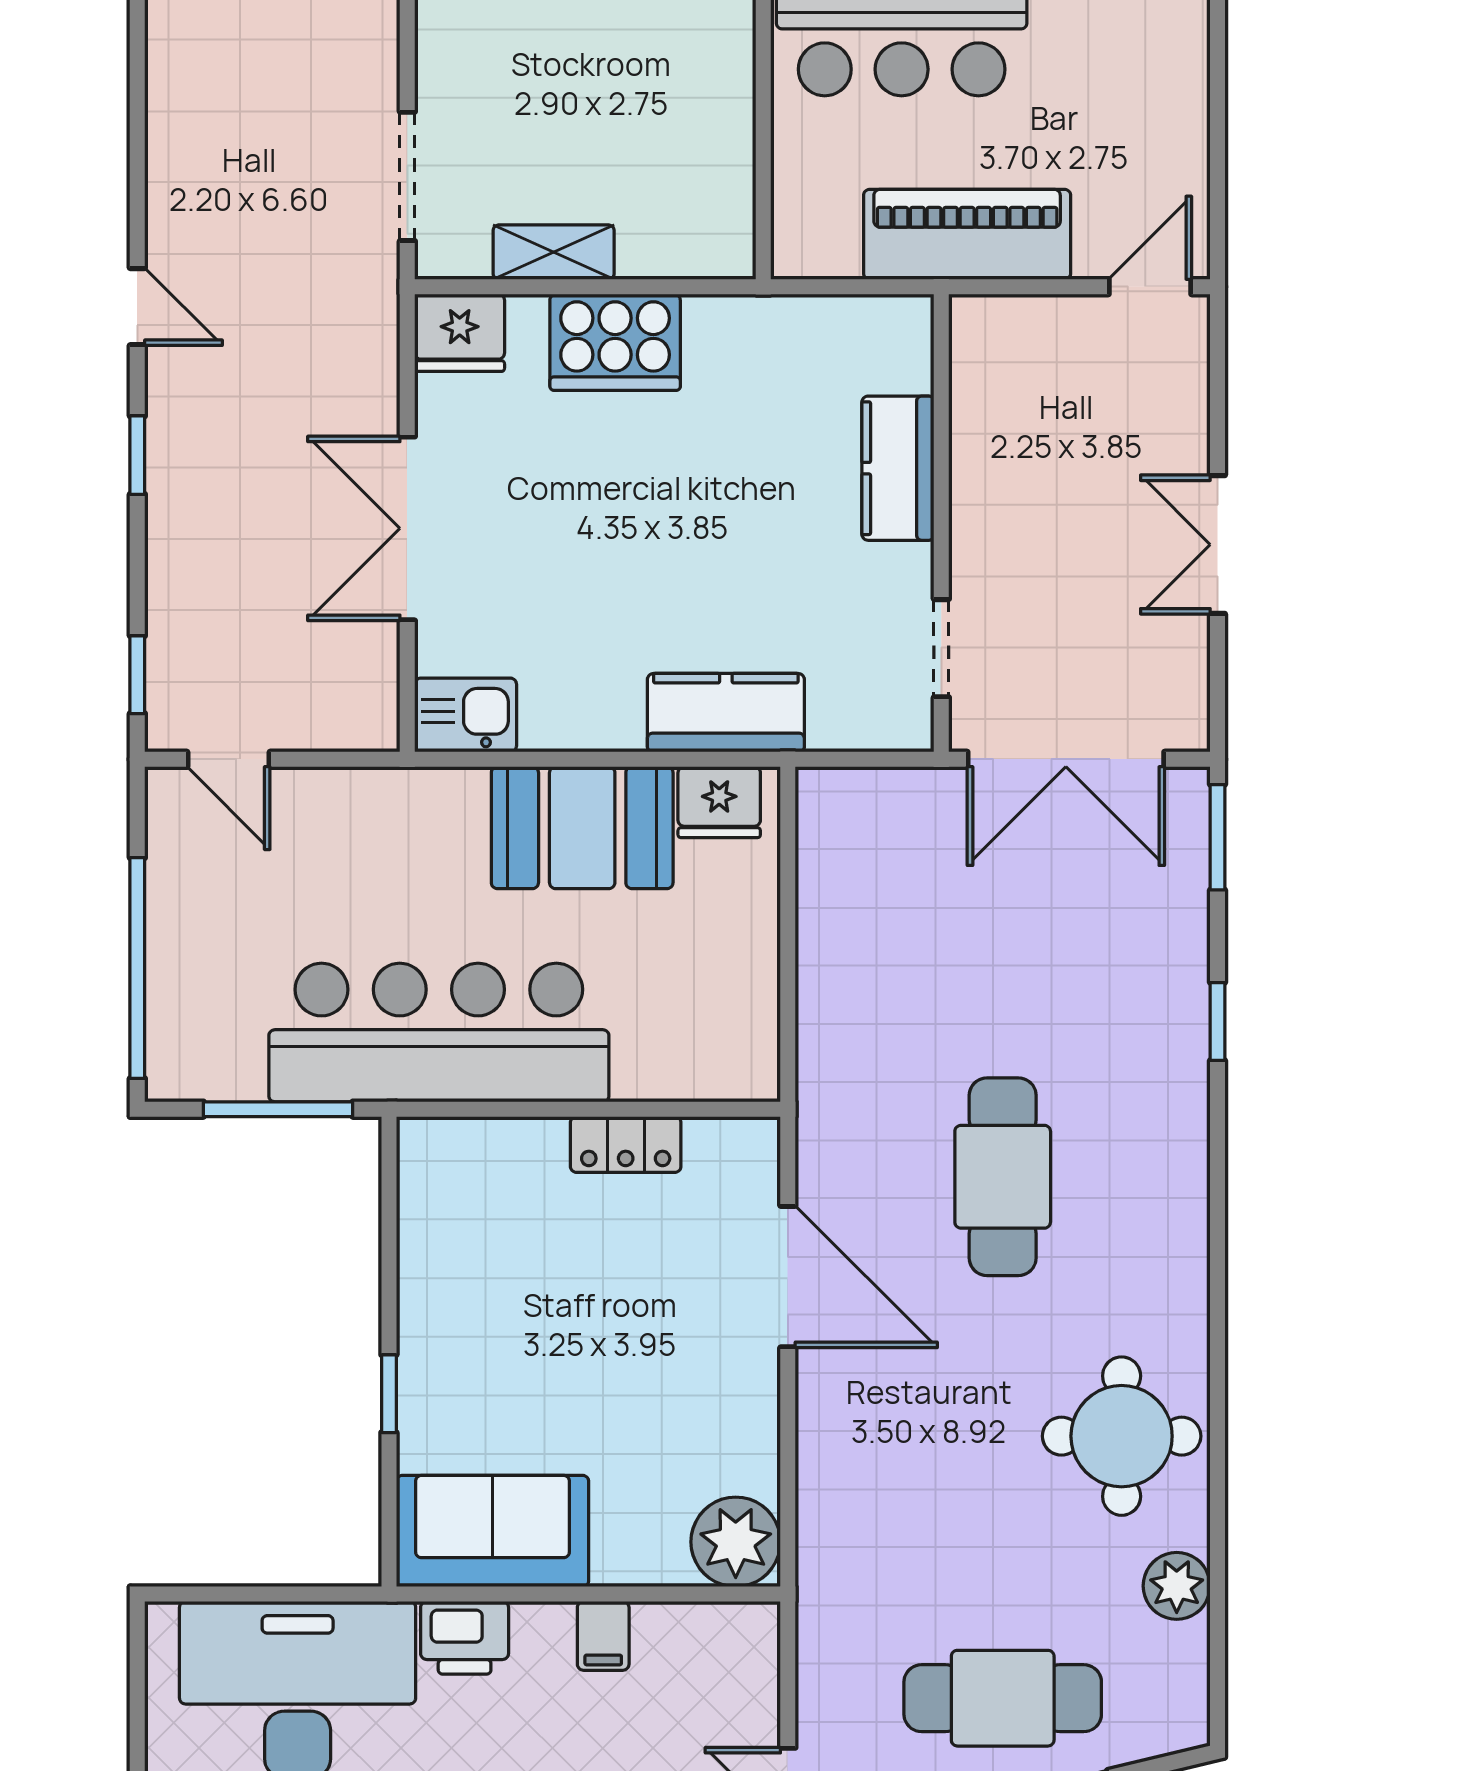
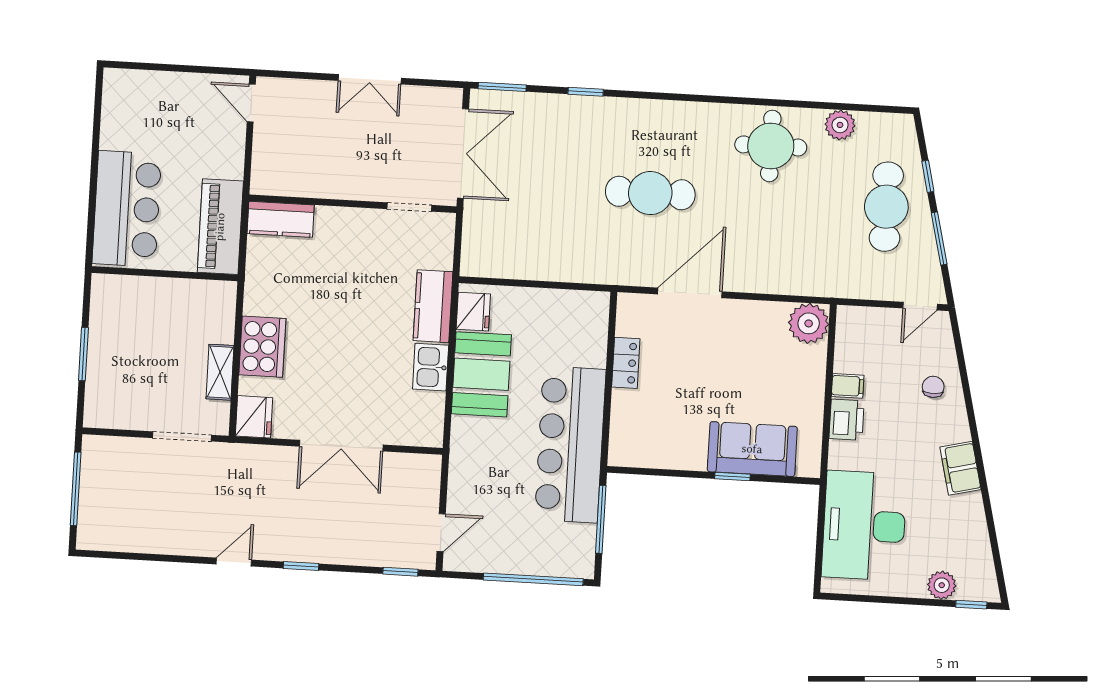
piano: (967, 234) -> (220, 227), moved
kitchen counter: (898, 468) -> (281, 219), moved
kitchen sink: (466, 715) -> (431, 367), moved
sofa: (493, 1531) -> (752, 449), moved, turned 90
printer: (465, 1638) -> (847, 420), moved

